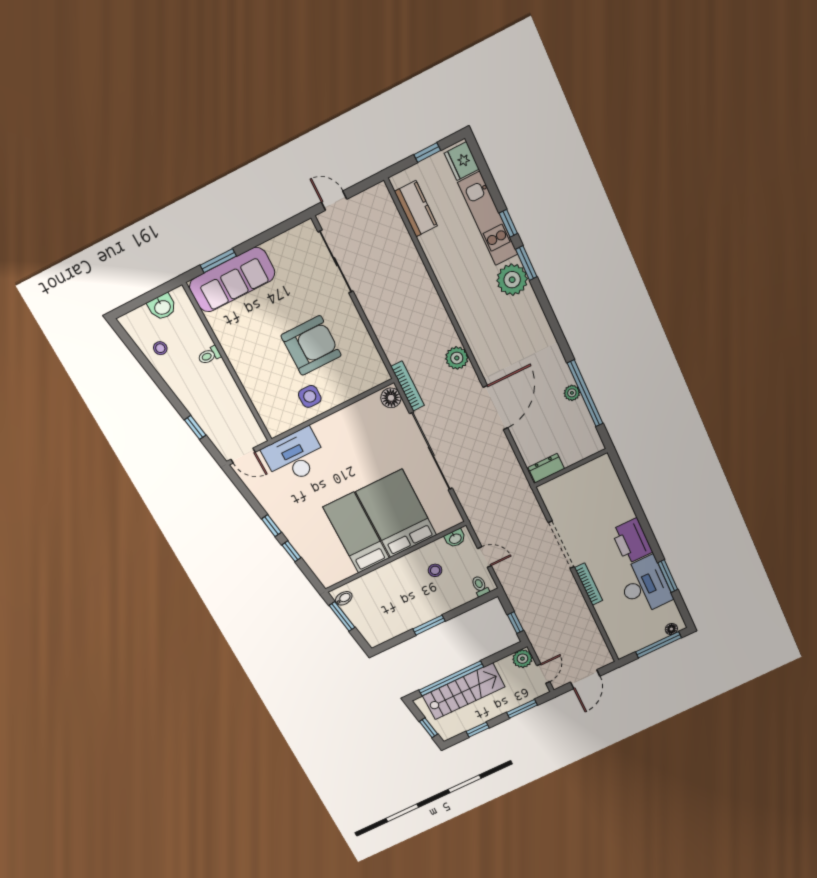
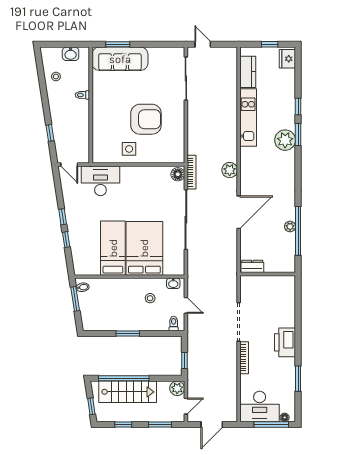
kitchen unit: (488, 219) -> (248, 118), moved, turned 180
desk: (644, 586) -> (260, 407), moved, turned 90

